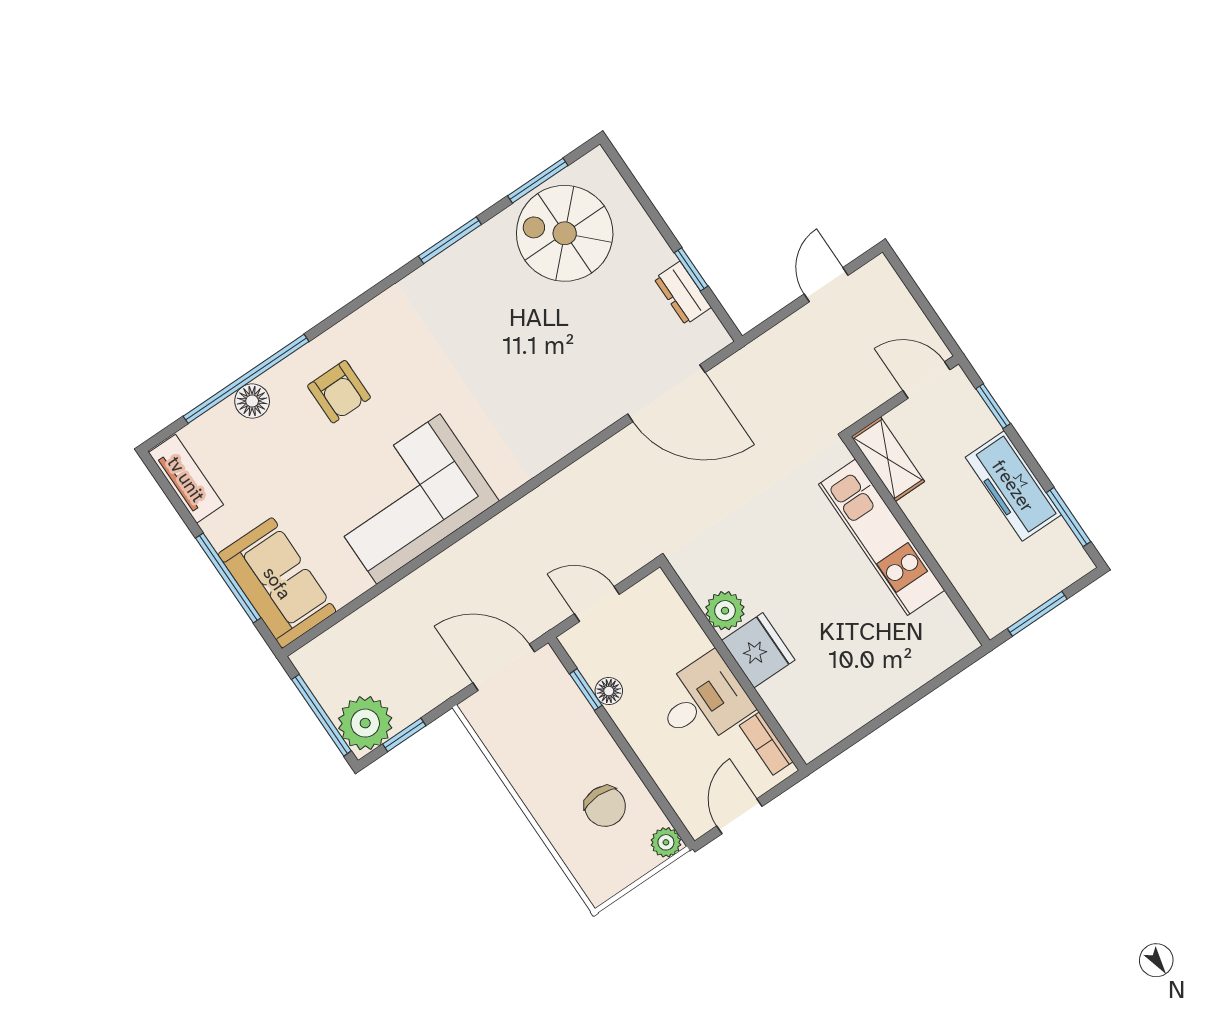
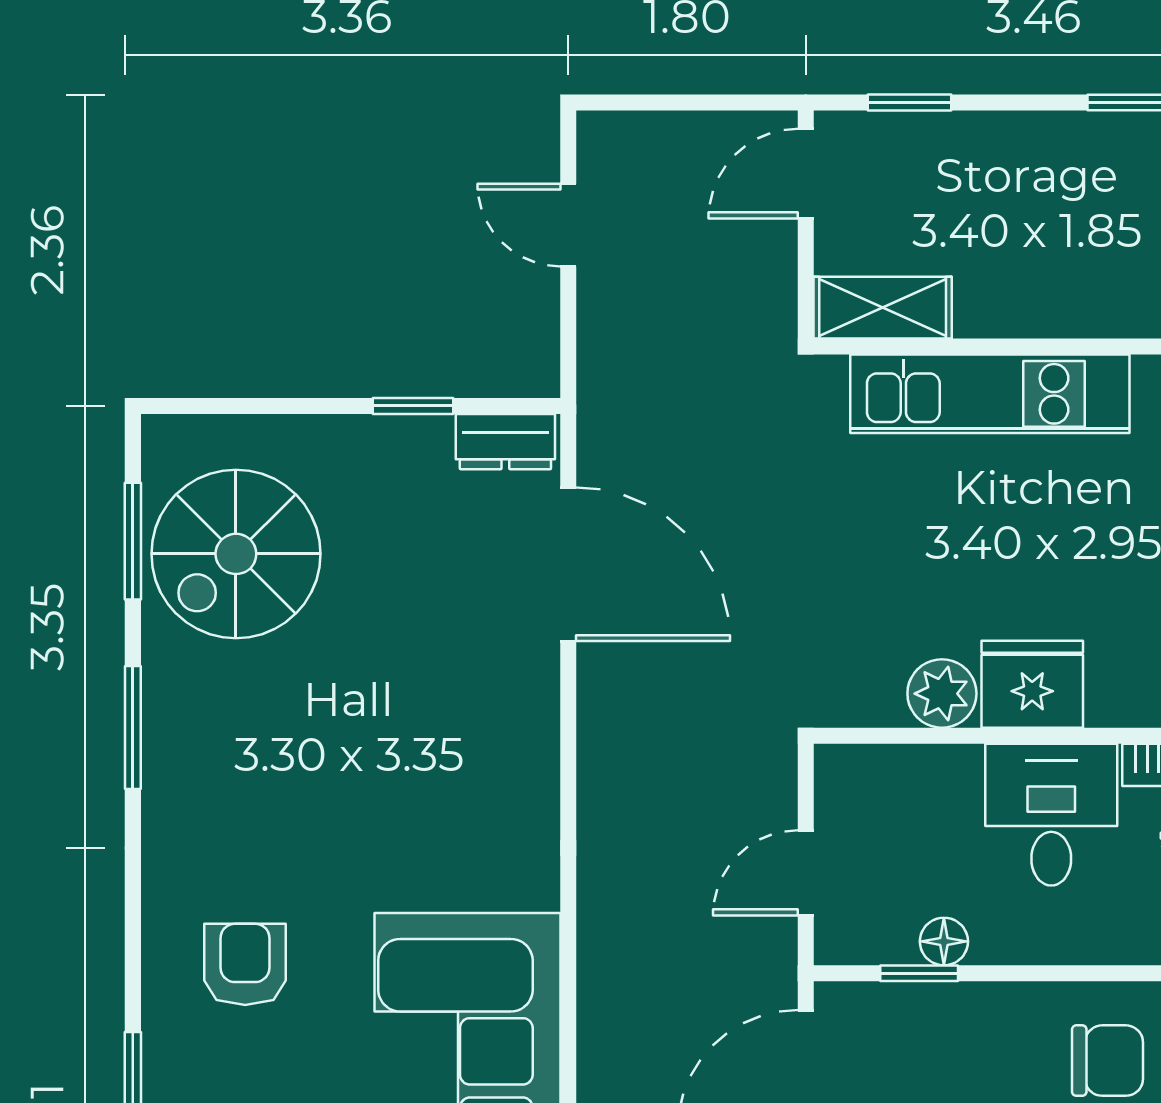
dresser: (683, 293) -> (505, 442), moved
armchair: (339, 392) -> (245, 964), moved, turned -90
door: (666, 393) -> (568, 564), hinge flipped
freezer: (1013, 486) -> (1045, 152), removed

